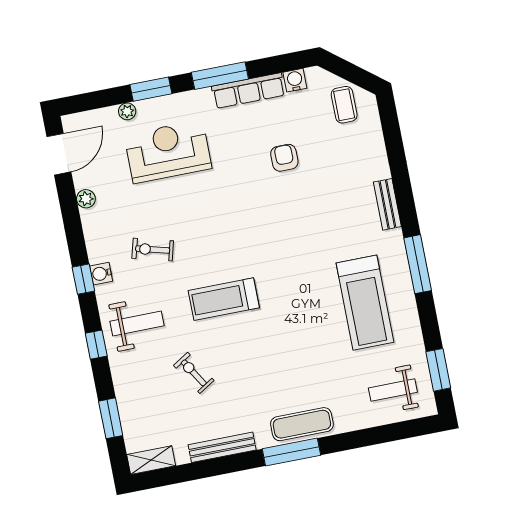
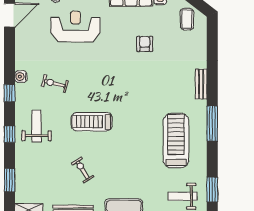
plant: (86, 199) -> (21, 45), removed
water cooler: (101, 274) -> (21, 77), moved
treadmill: (365, 303) -> (176, 141), turned 180
weight bench: (137, 323) -> (37, 126), turned -90
exercise bike: (194, 373) -> (83, 170), moved

